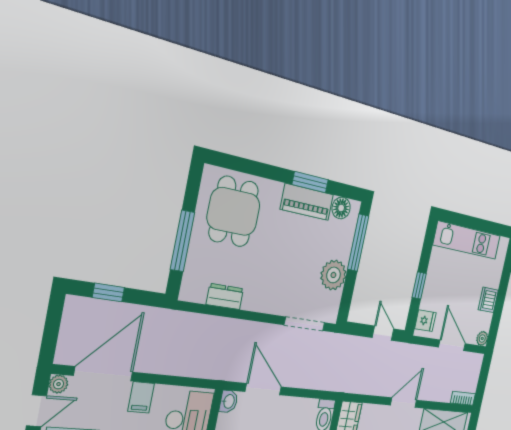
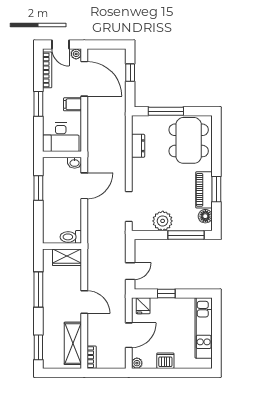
dining table: (234, 212) -> (189, 140), width x1.38

